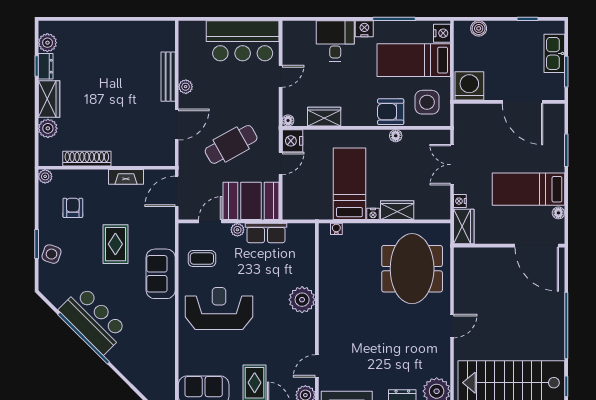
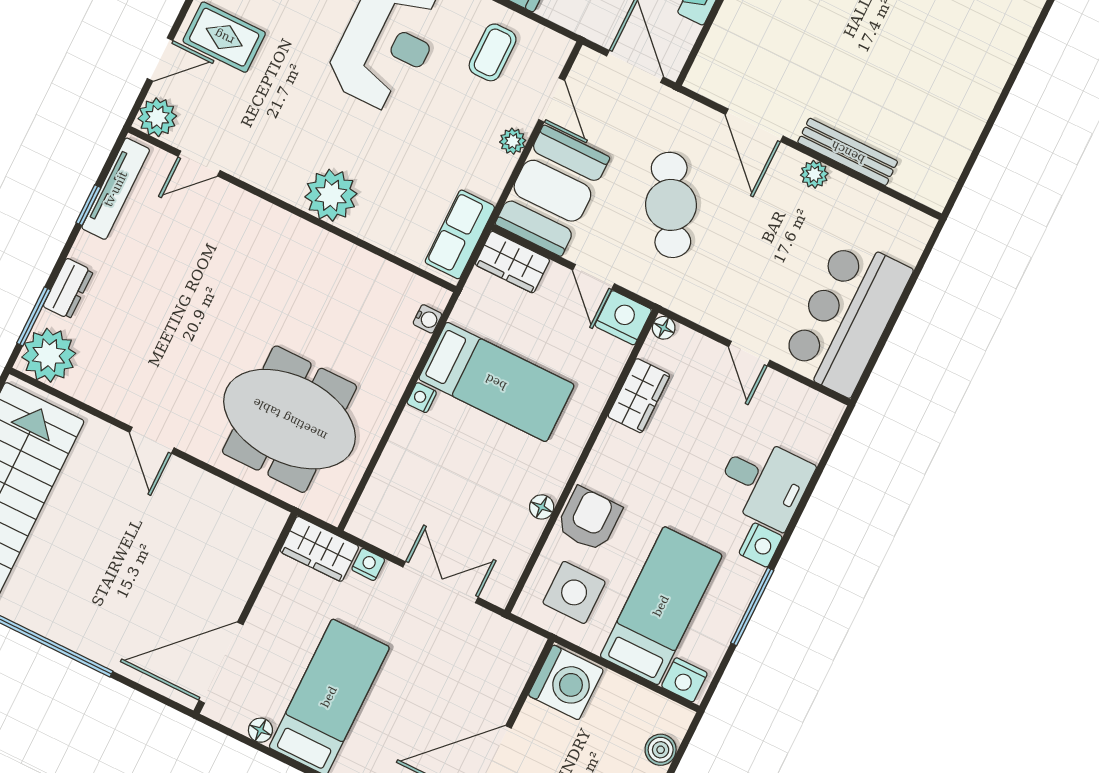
wardrobe: (397, 210) -> (512, 262), moved, turned 90
row of seats: (266, 233) -> (460, 234), moved
door: (317, 366) -> (199, 164), swing flipped

